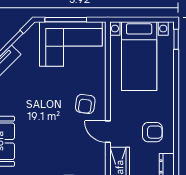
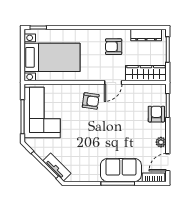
armchair: (152, 132) -> (114, 47), turned -90

